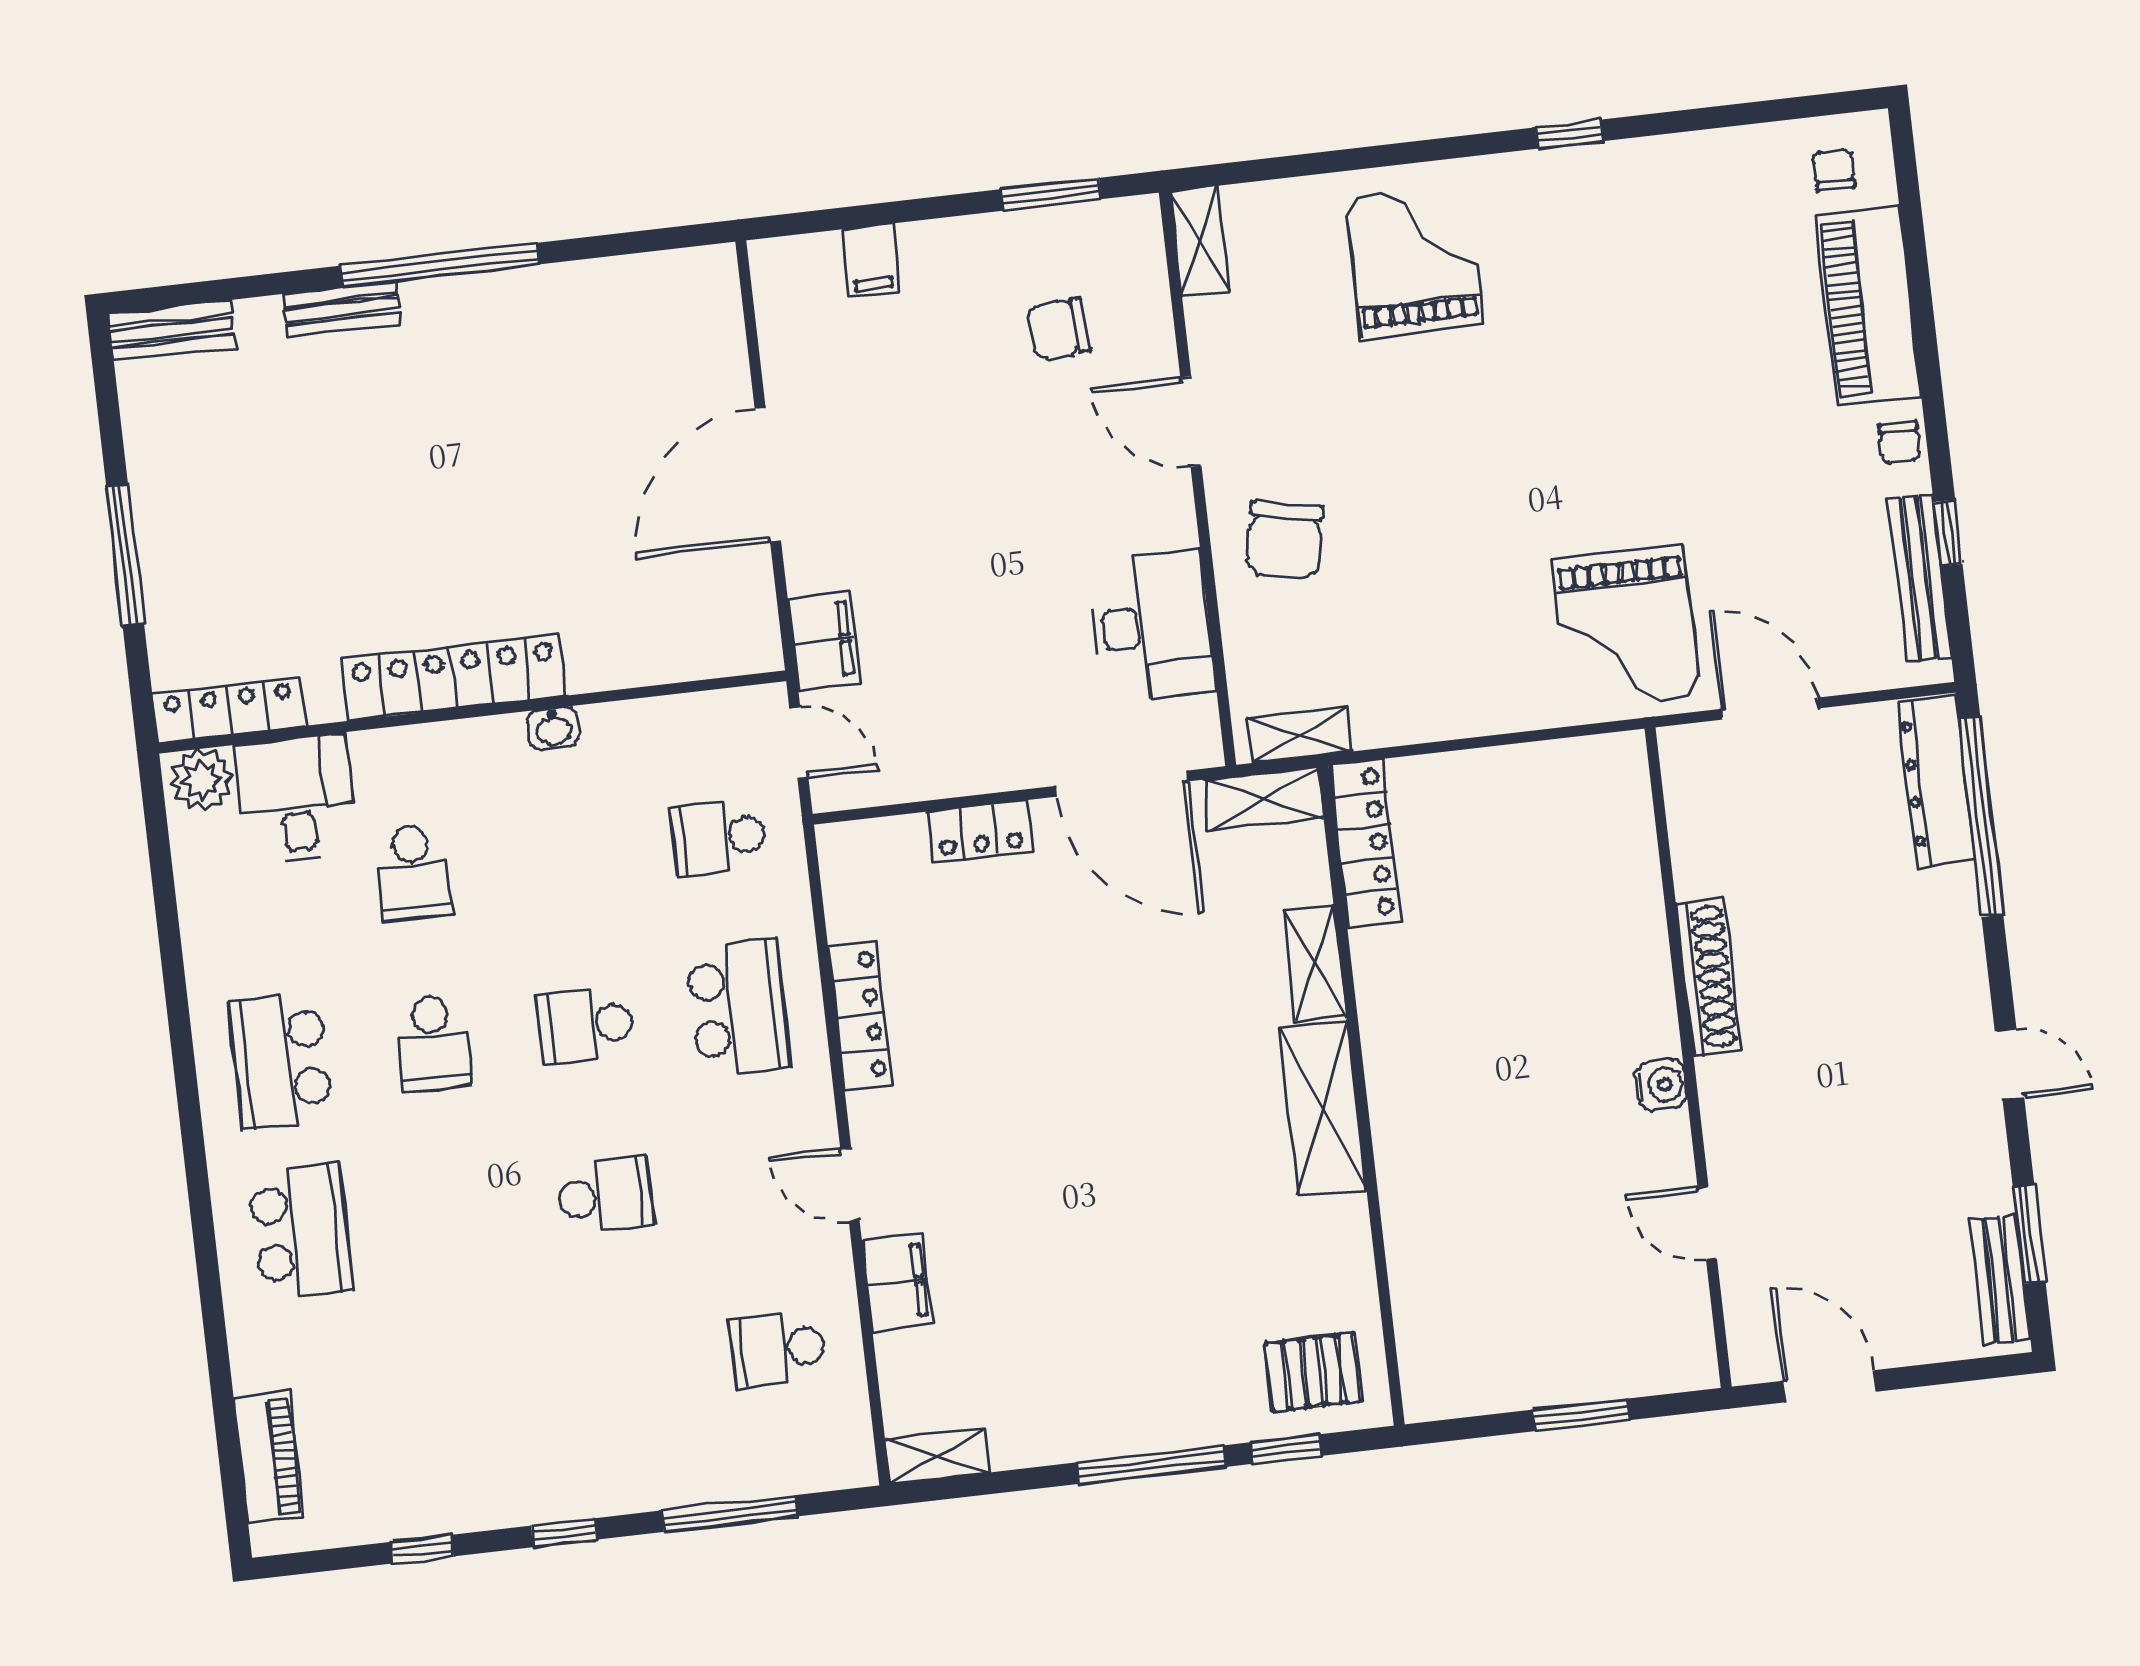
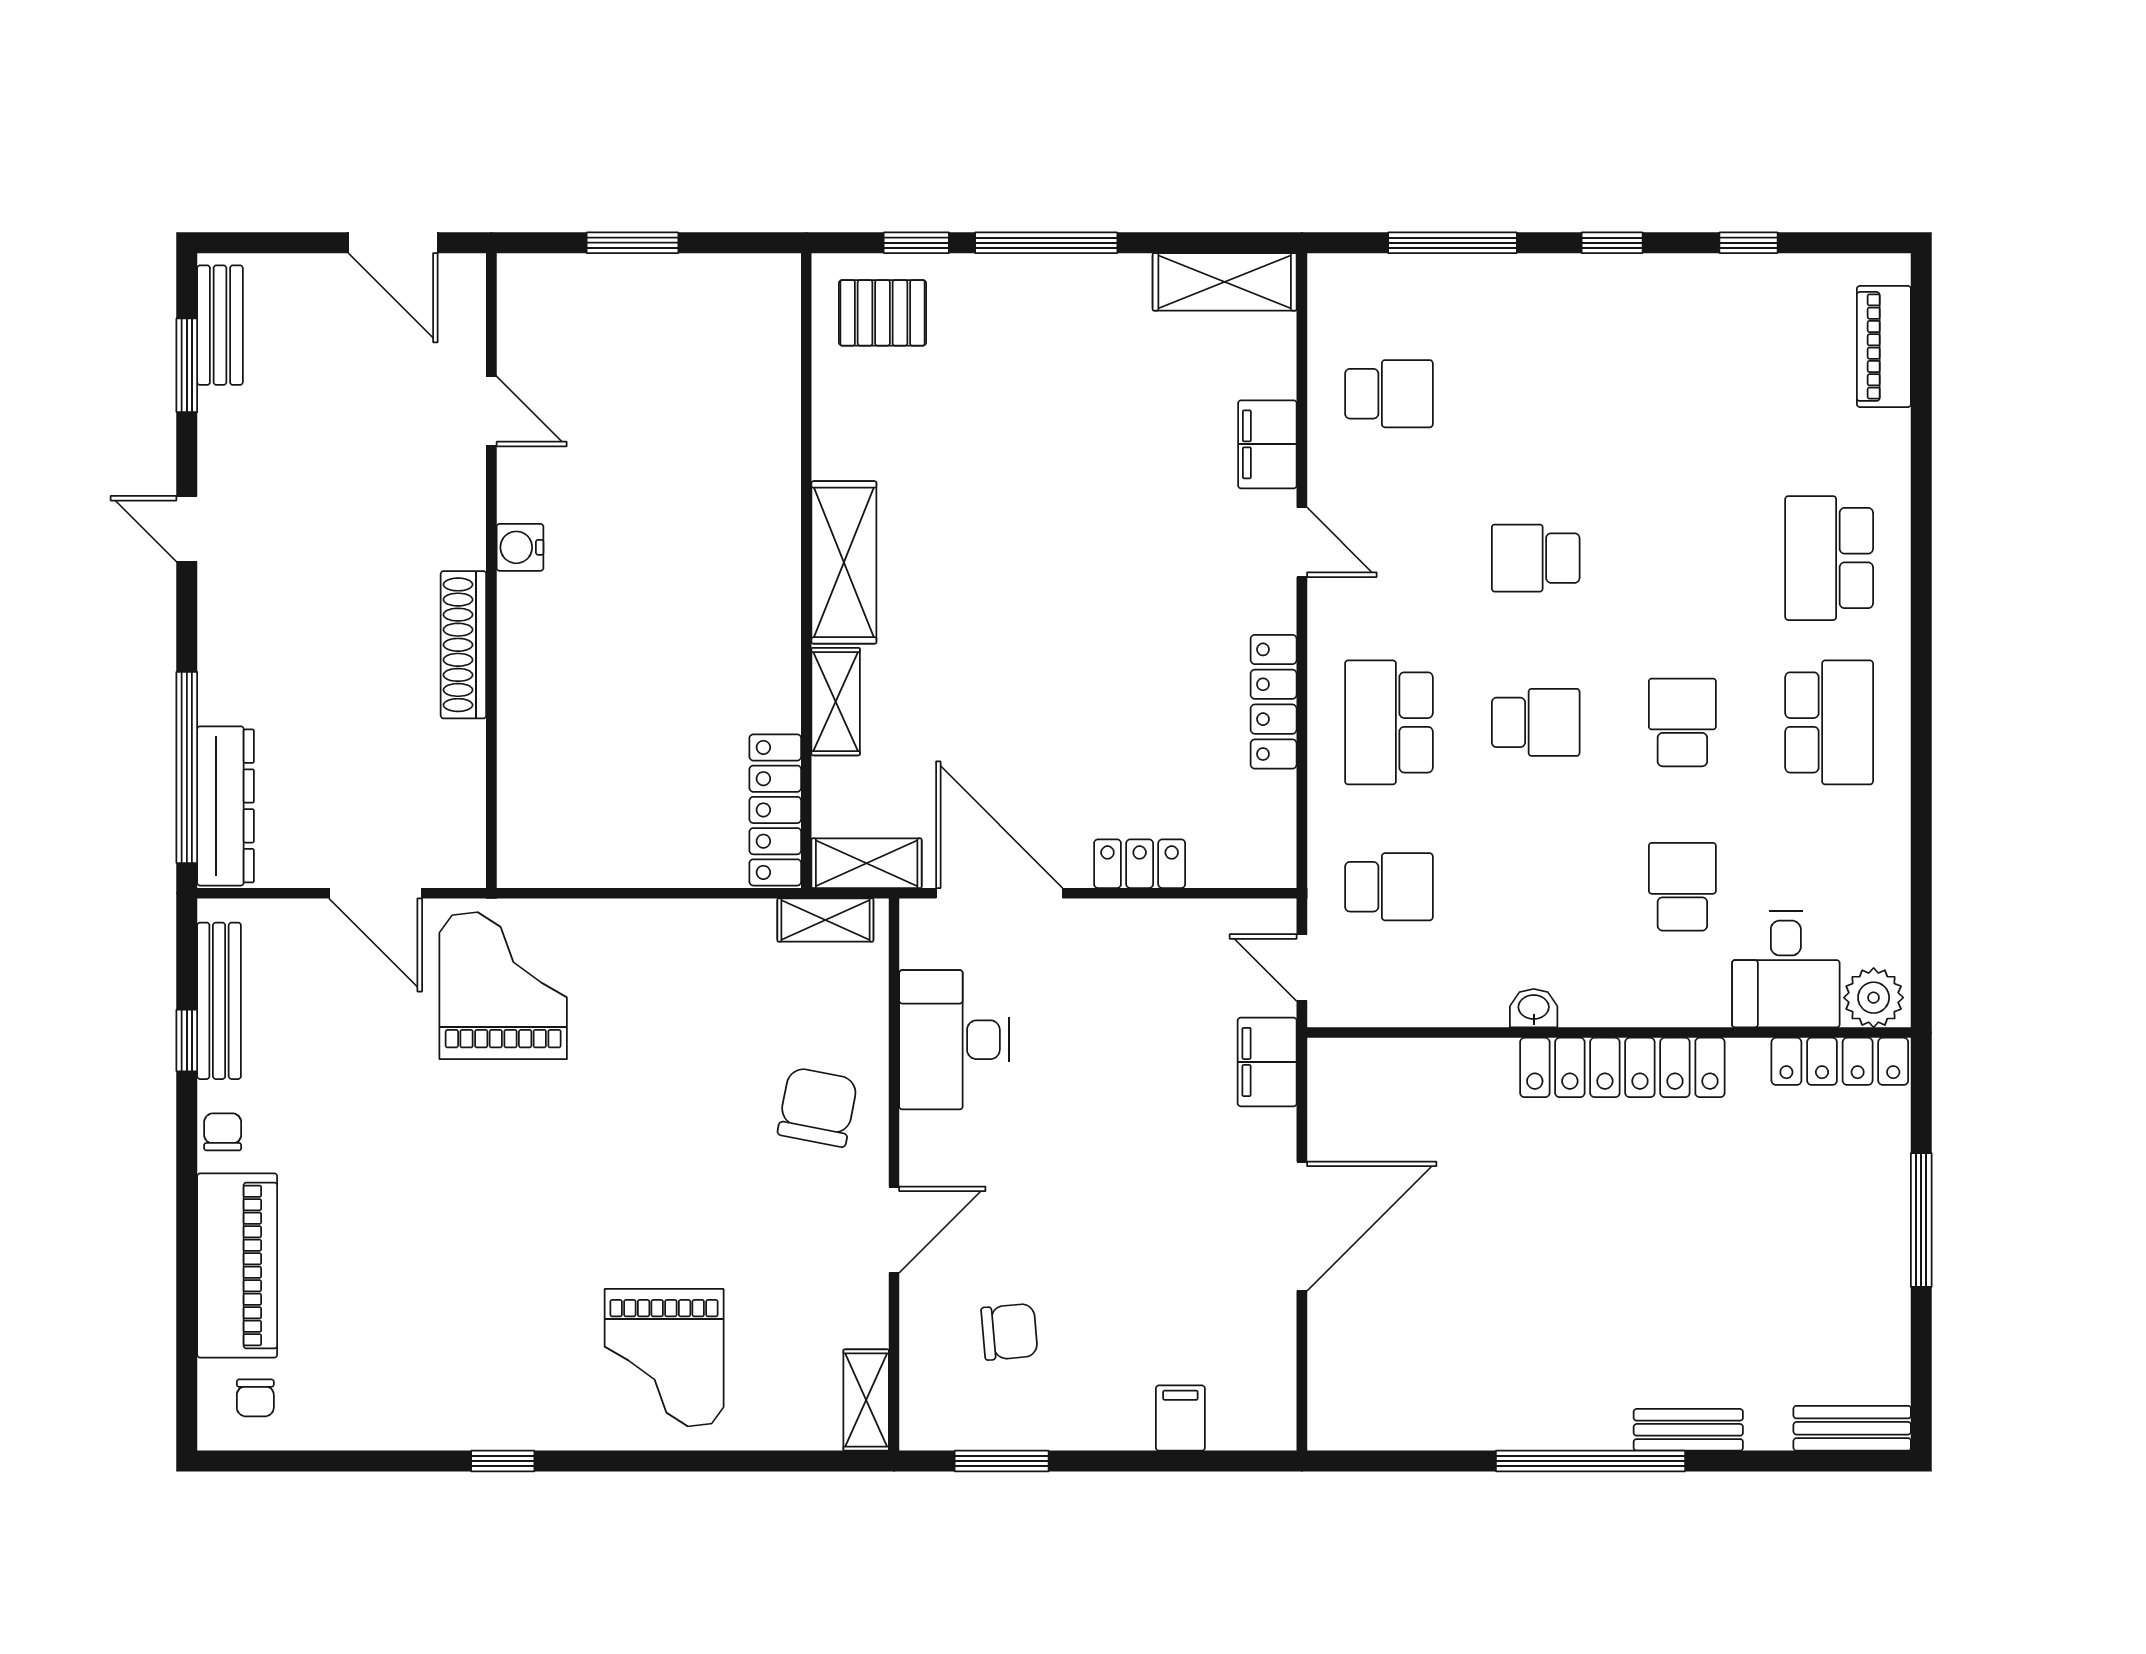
door: (1191, 421) -> (894, 1230), hinge flipped
shelving: (937, 1456) -> (1225, 282), width x1.50, depth x1.33

